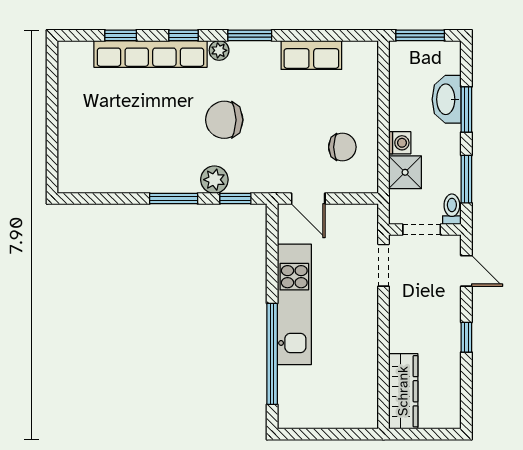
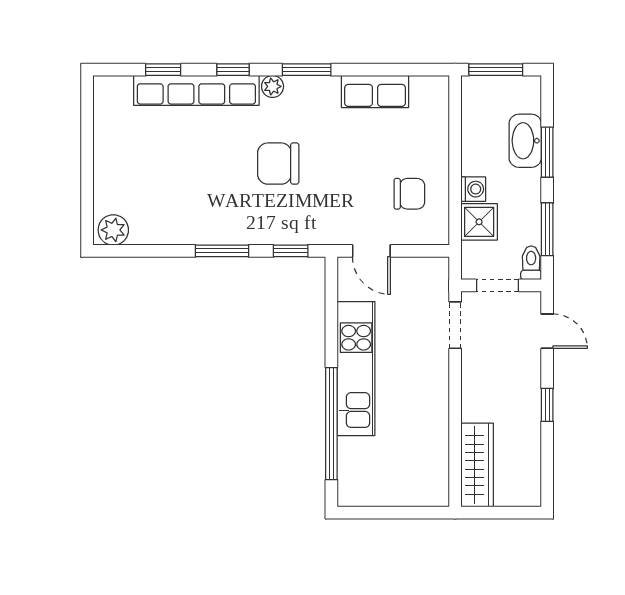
plant: (214, 180) -> (113, 230), moved

